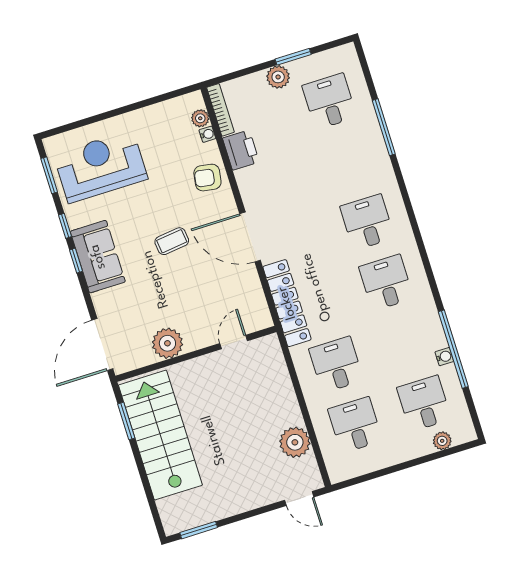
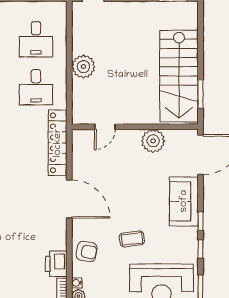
coffee table: (172, 241) -> (132, 239), moved
sofa: (98, 257) -> (184, 201), moved
plant: (295, 442) -> (83, 67), moved

